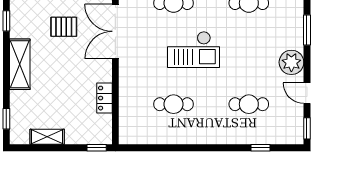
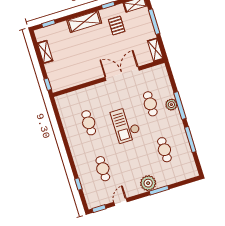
pallet: (64, 27) -> (117, 26), moved
plant: (291, 62) -> (148, 183), moved
locker: (104, 98) -> (79, 80), removed

